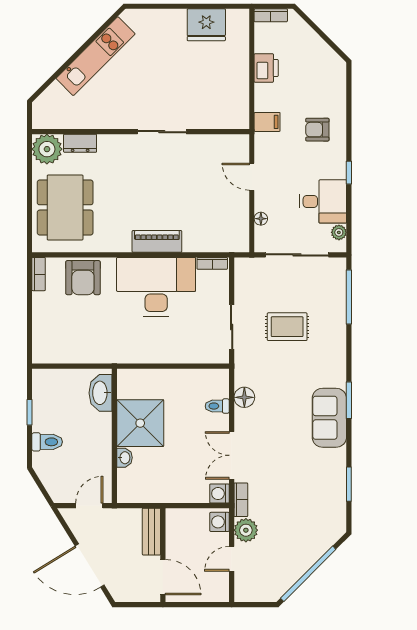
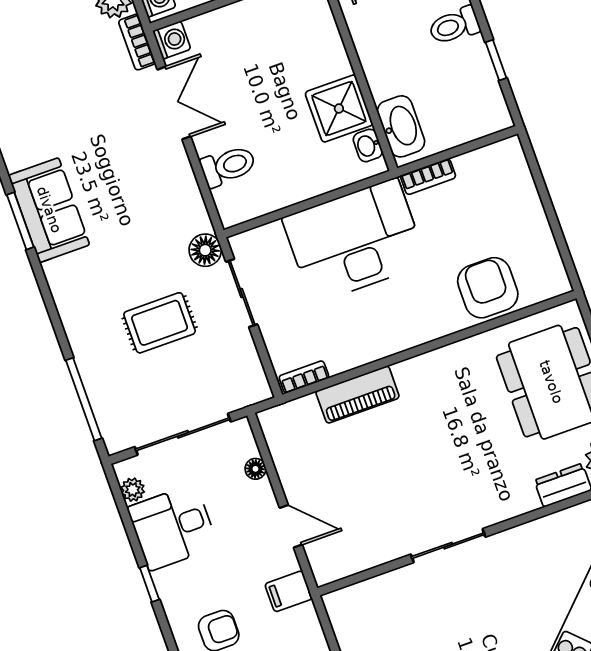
filing cabinet: (267, 122) -> (289, 591), moved
piano: (157, 241) -> (358, 395), moved
bookcase: (39, 274) -> (428, 177), moved, turned -90
desk: (156, 287) -> (355, 241), moved, turned 180
floor lamp: (244, 397) -> (205, 250), moved
window: (349, 400) -> (20, 221), moved
toilet: (217, 406) -> (228, 166), width x1.37, depth x1.39
shower: (140, 423) -> (339, 108), width x0.73, depth x0.73
washbasin: (124, 458) -> (368, 145), moved

